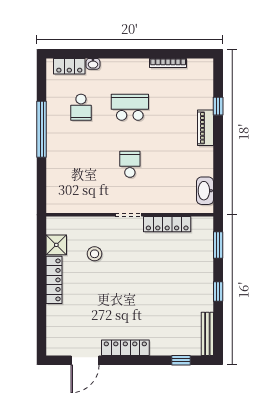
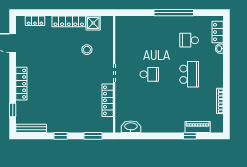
piano: (205, 128) -> (198, 127), moved
locker: (53, 328) -> (35, 21), added
locker: (125, 348) -> (21, 84), moved

